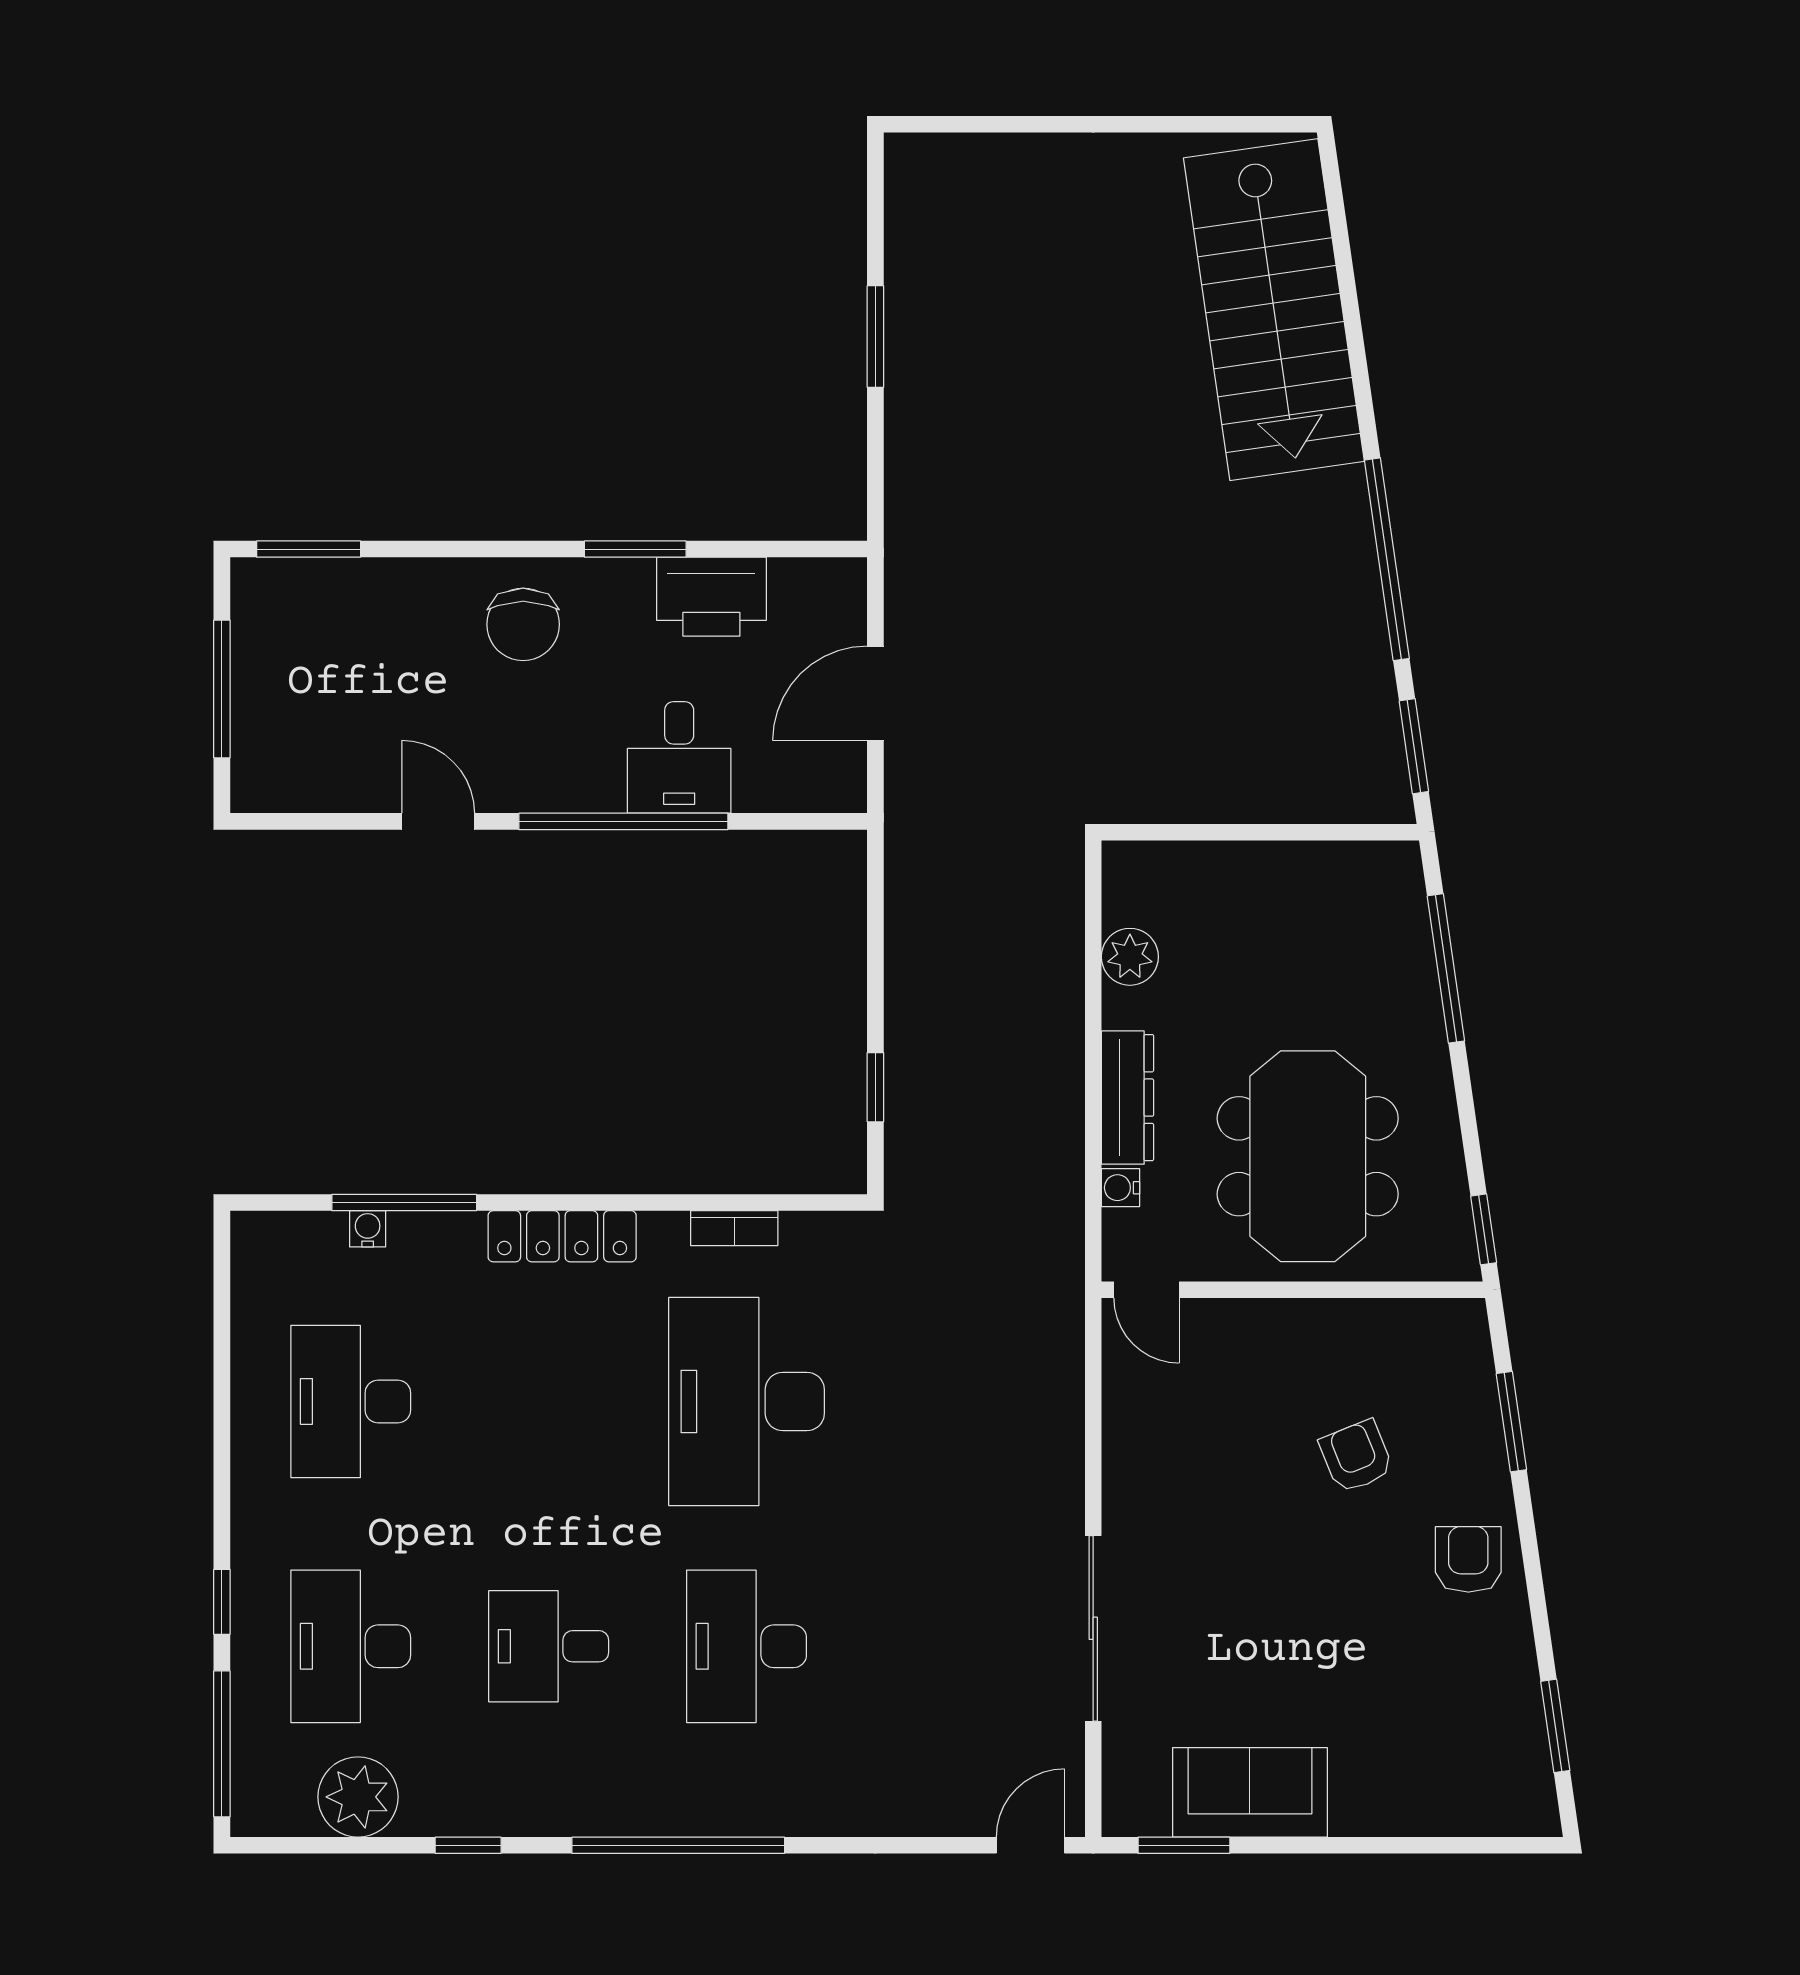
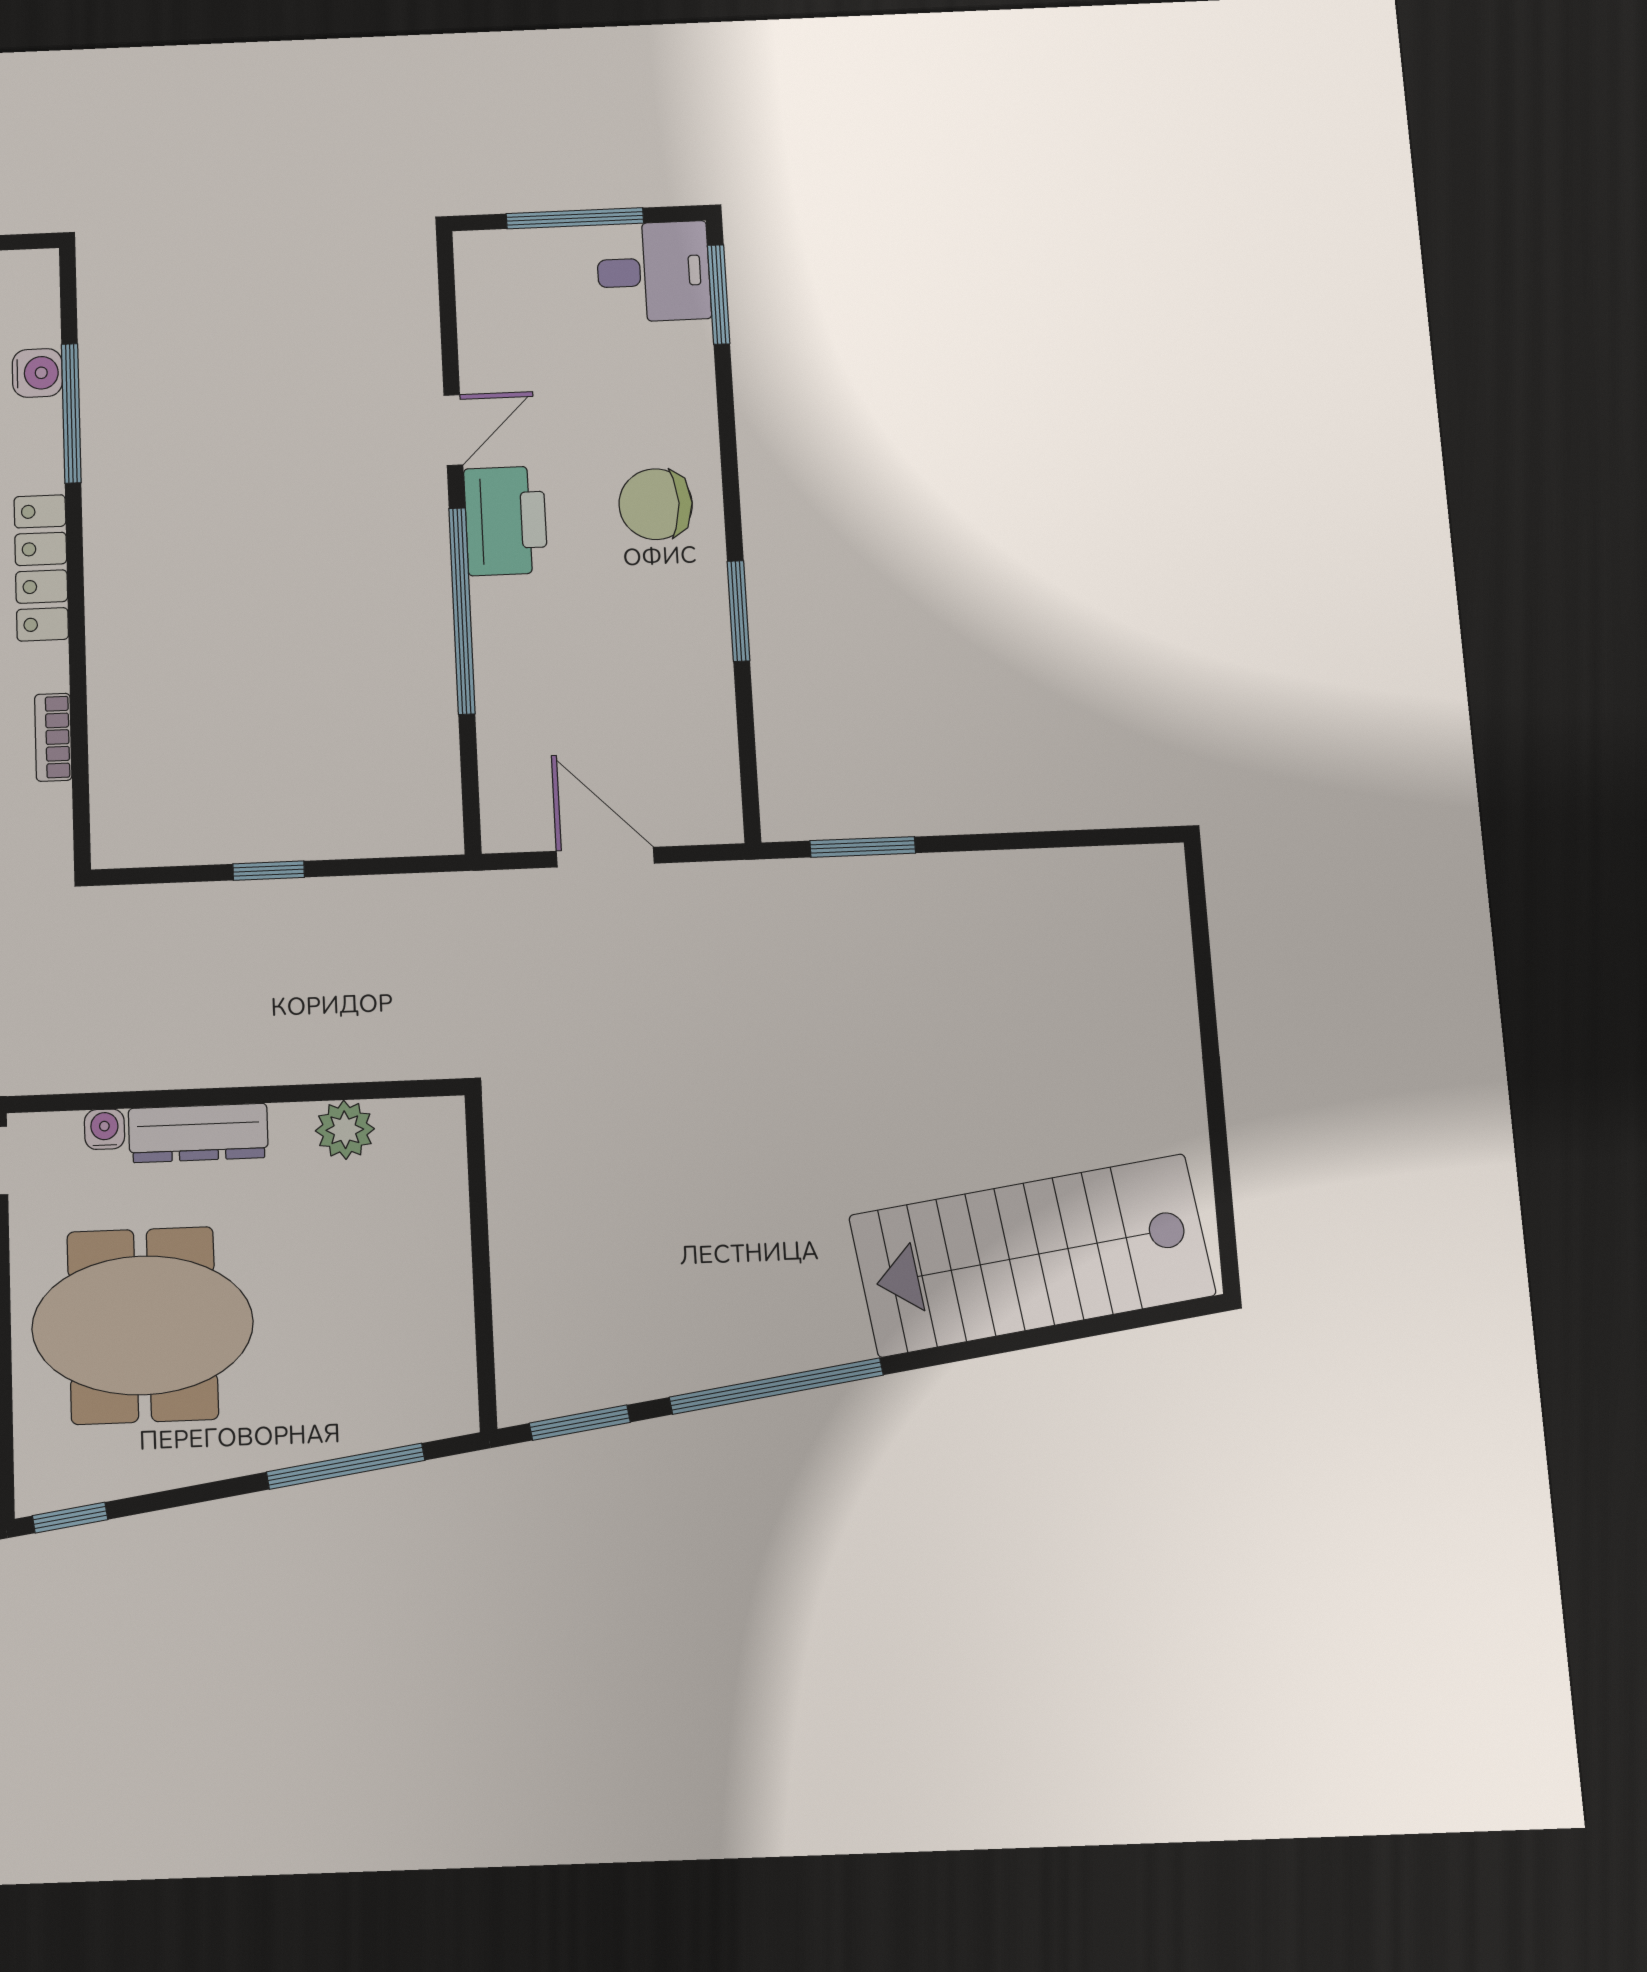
window: (875, 337) -> (863, 847), moved
printer: (711, 597) -> (506, 521), moved, turned 180
desk: (679, 757) -> (653, 272), moved, turned 180
window: (875, 1087) -> (269, 871), moved
water cooler: (368, 1229) -> (37, 373), width x1.38, depth x1.38

